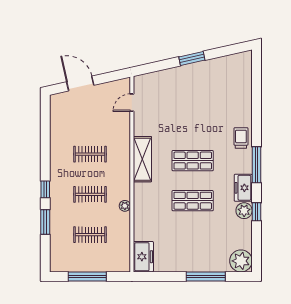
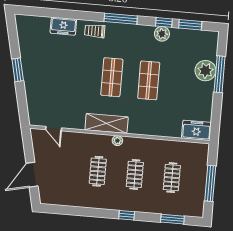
freezer: (243, 188) -> (63, 26), moved
plant: (125, 206) -> (117, 141), moved
window: (45, 222) -> (172, 219), moved
window: (256, 240) -> (190, 25), added
plant: (241, 261) -> (205, 71), moved

